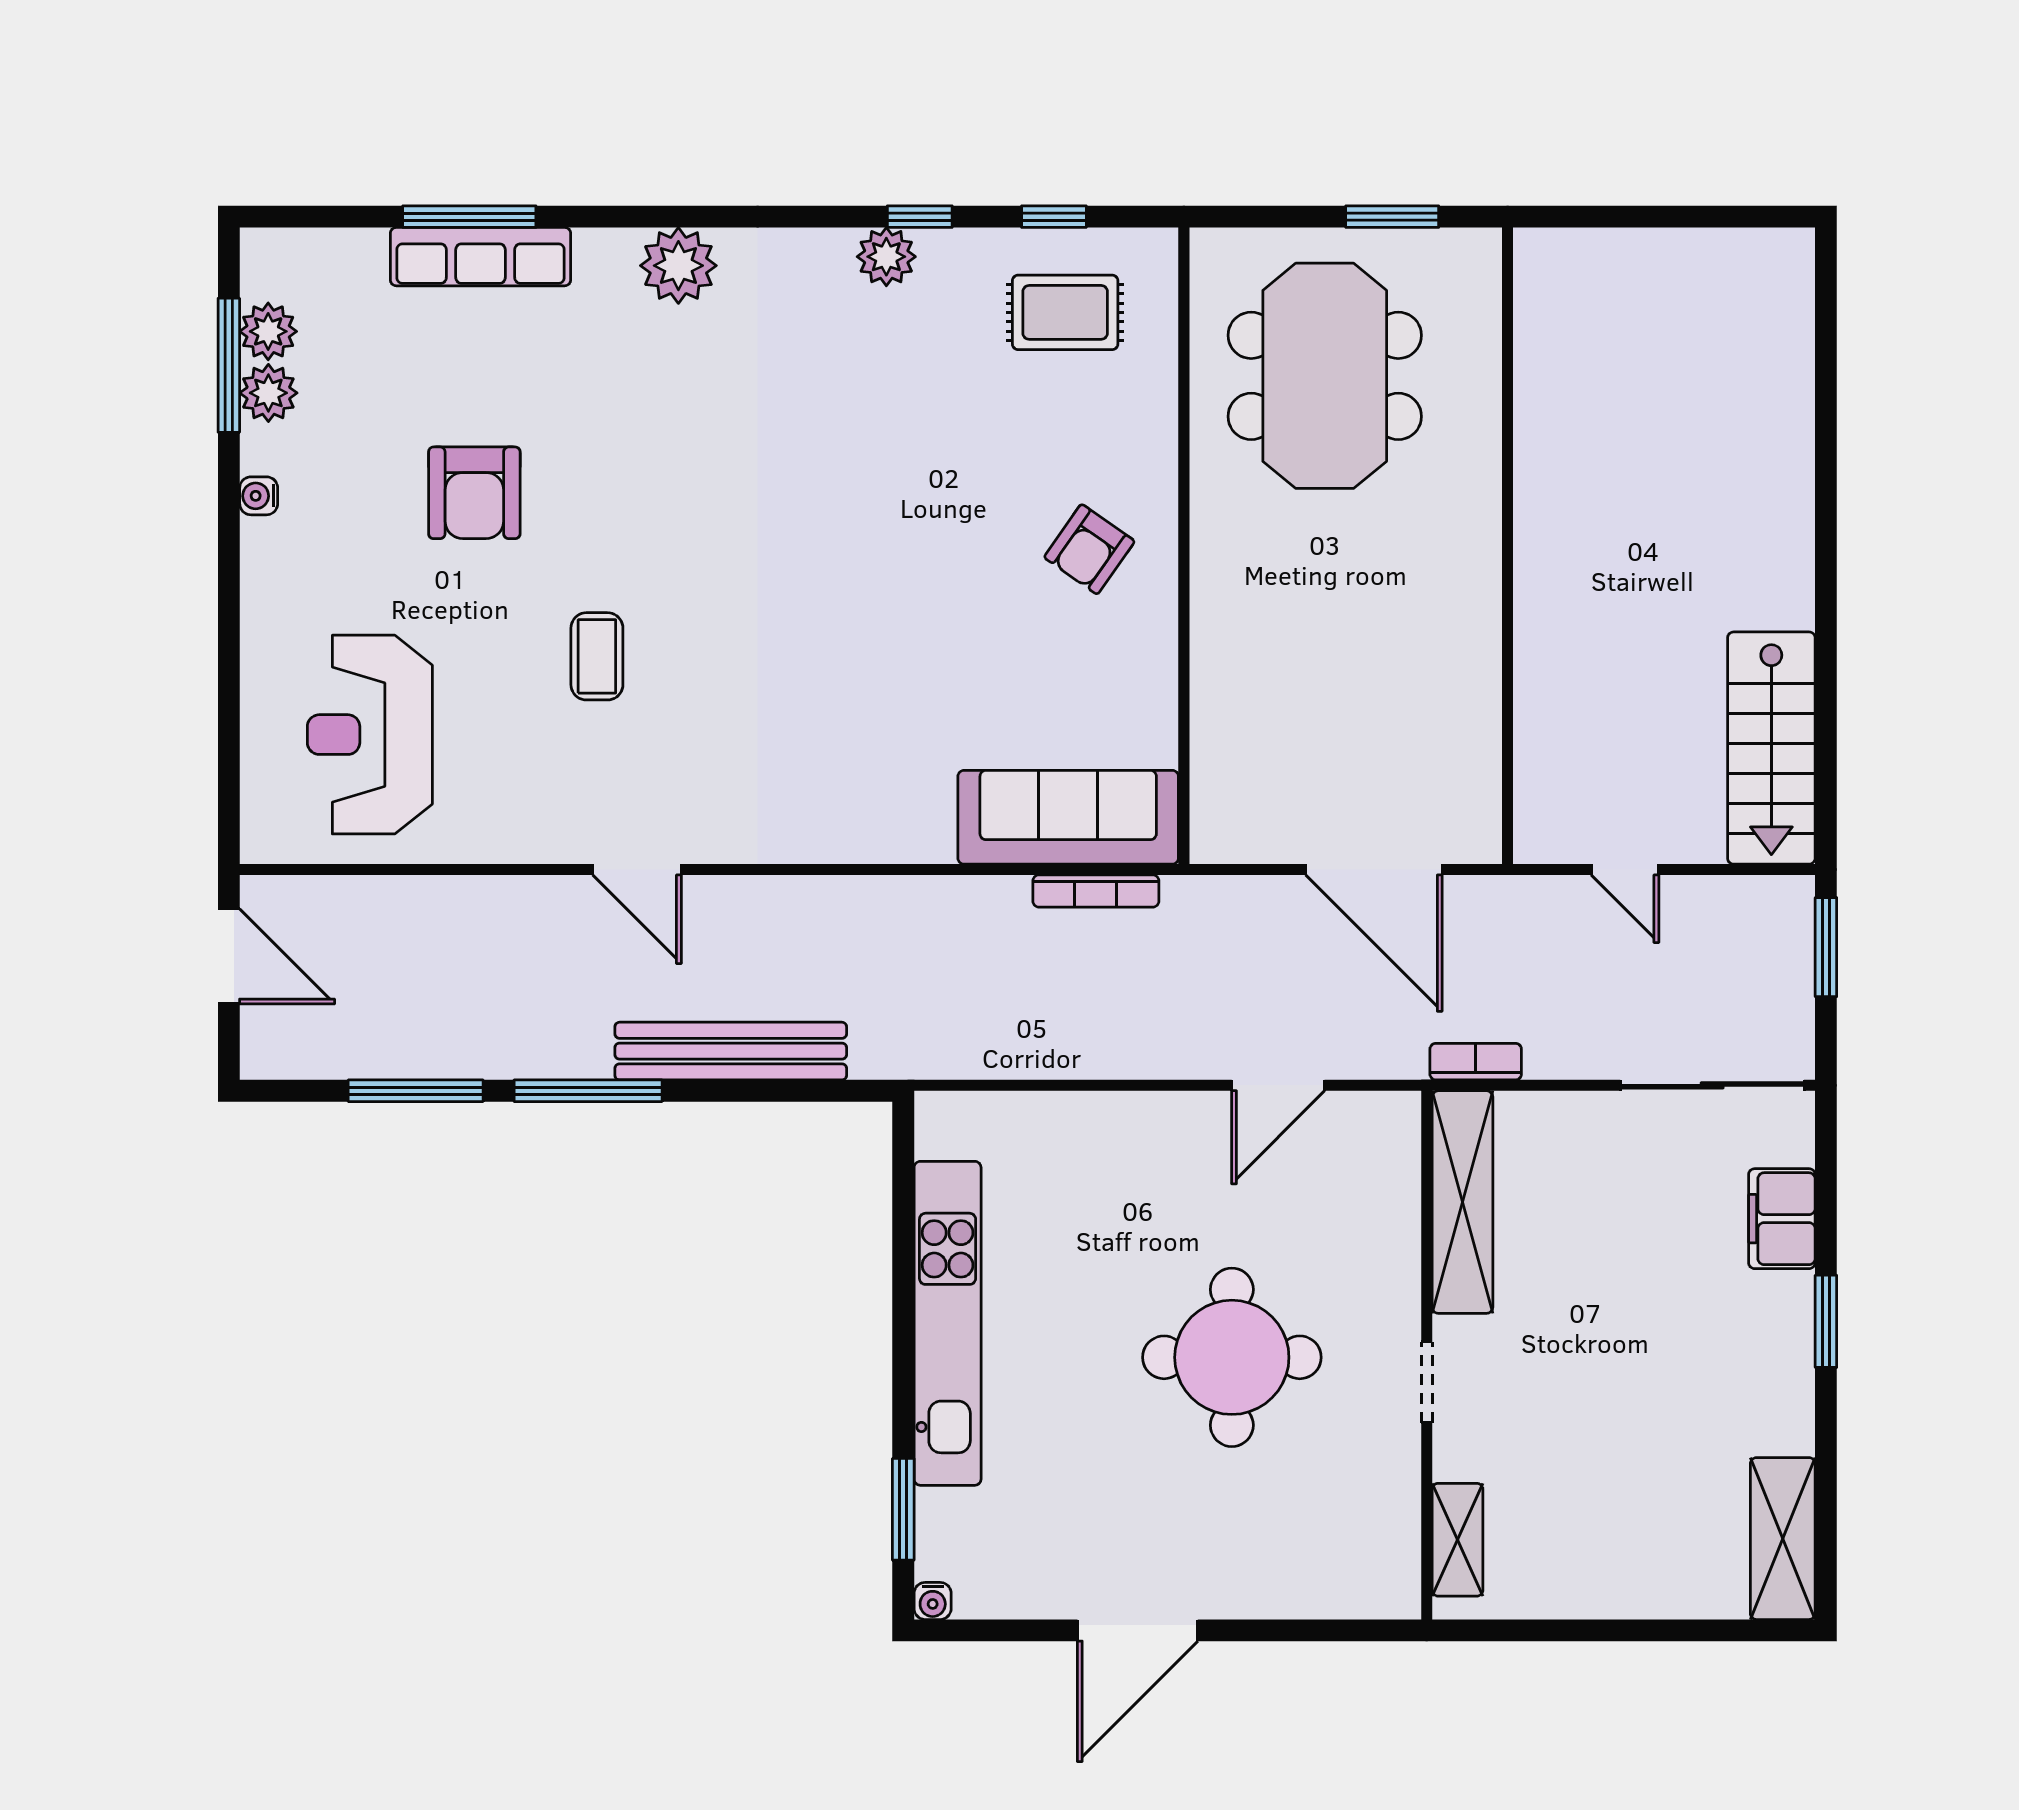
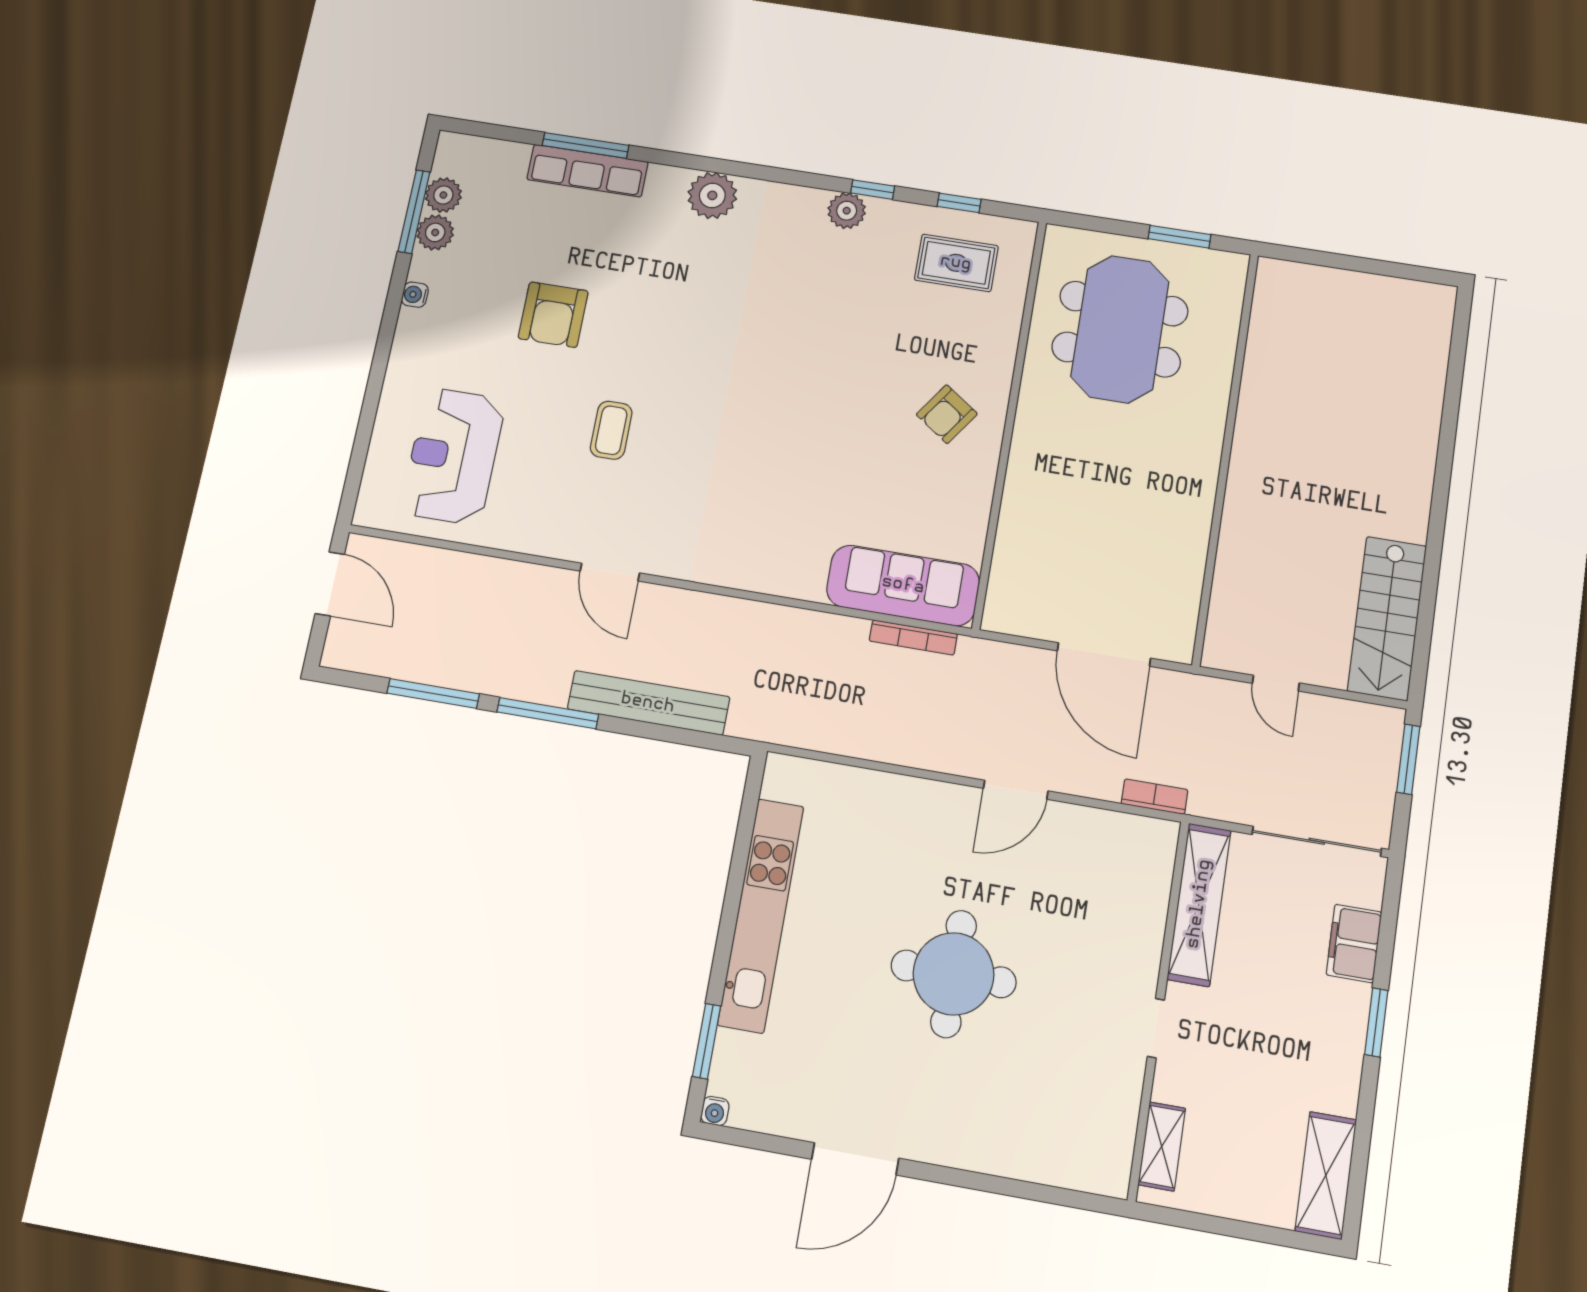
shelving: (1462, 1202) -> (1199, 904), moved
wall: (1427, 1355) -> (1159, 1009), moved
doorway: (1427, 1382) -> (1156, 1028), moved
shelving: (1457, 1540) -> (1162, 1146), moved

